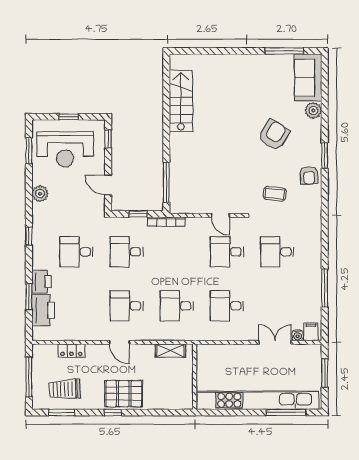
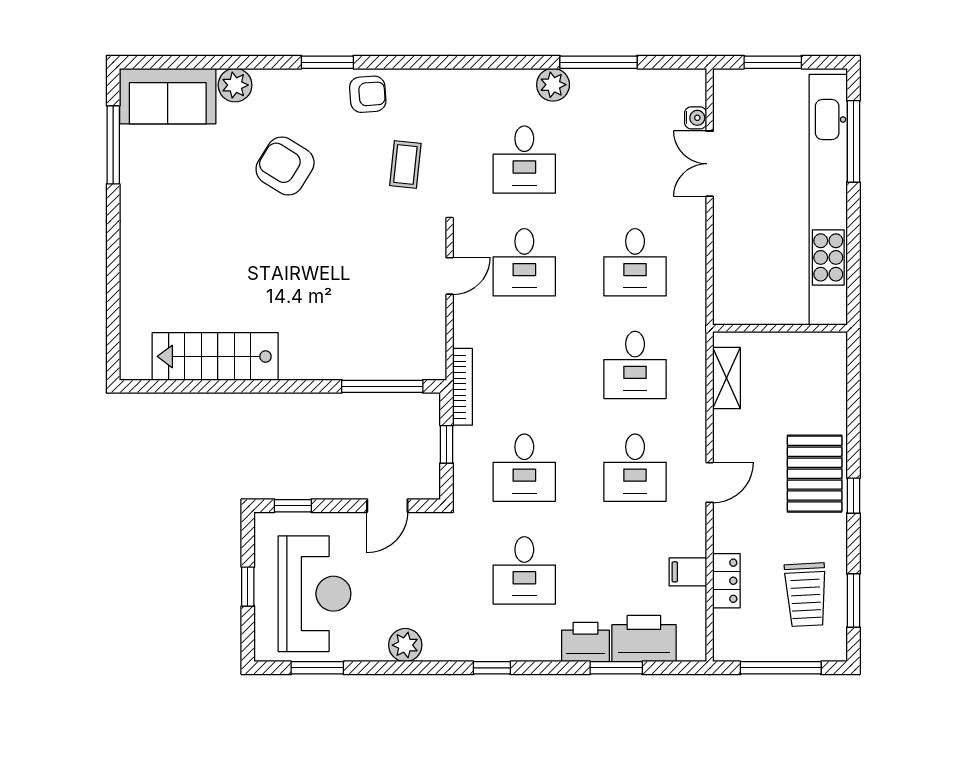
plant: (314, 266) -> (553, 85), added
filing cabinet: (311, 332) -> (688, 572), moved

